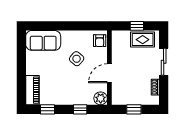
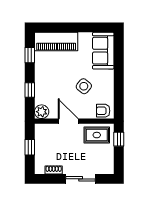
window: (137, 26) -> (119, 139), moved
rug: (143, 40) -> (97, 135), moved, turned 90
piano: (32, 90) -> (56, 42), width x1.37, depth x1.33

